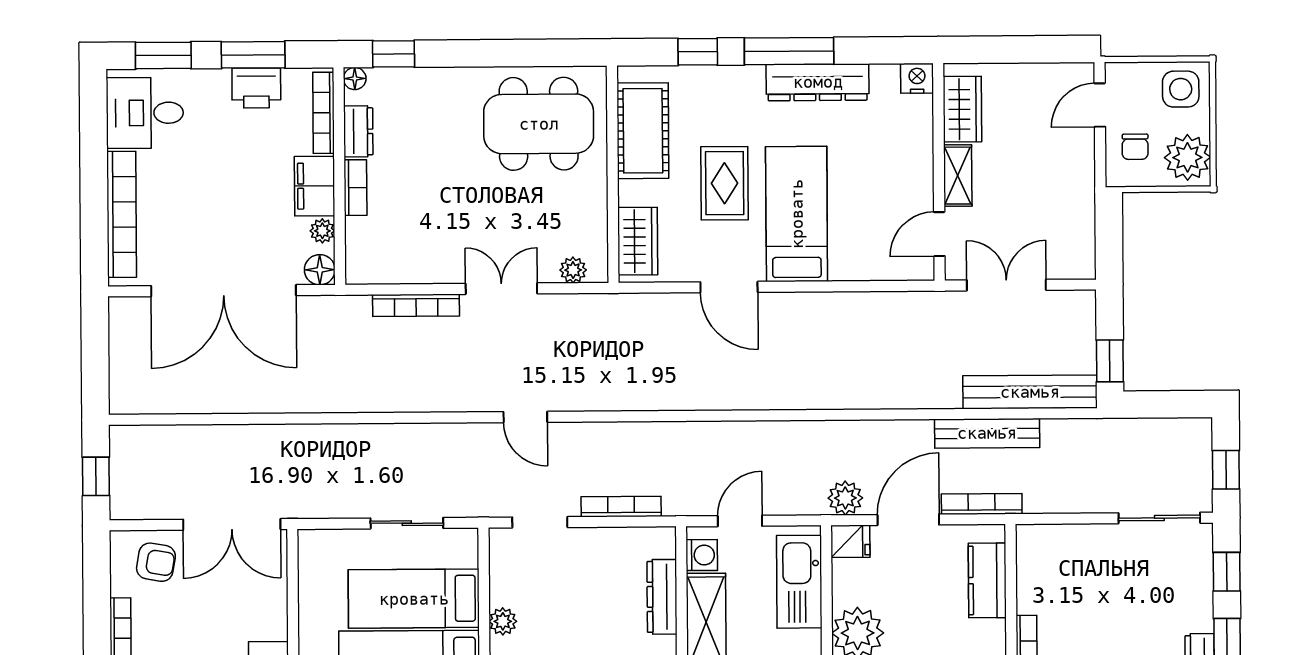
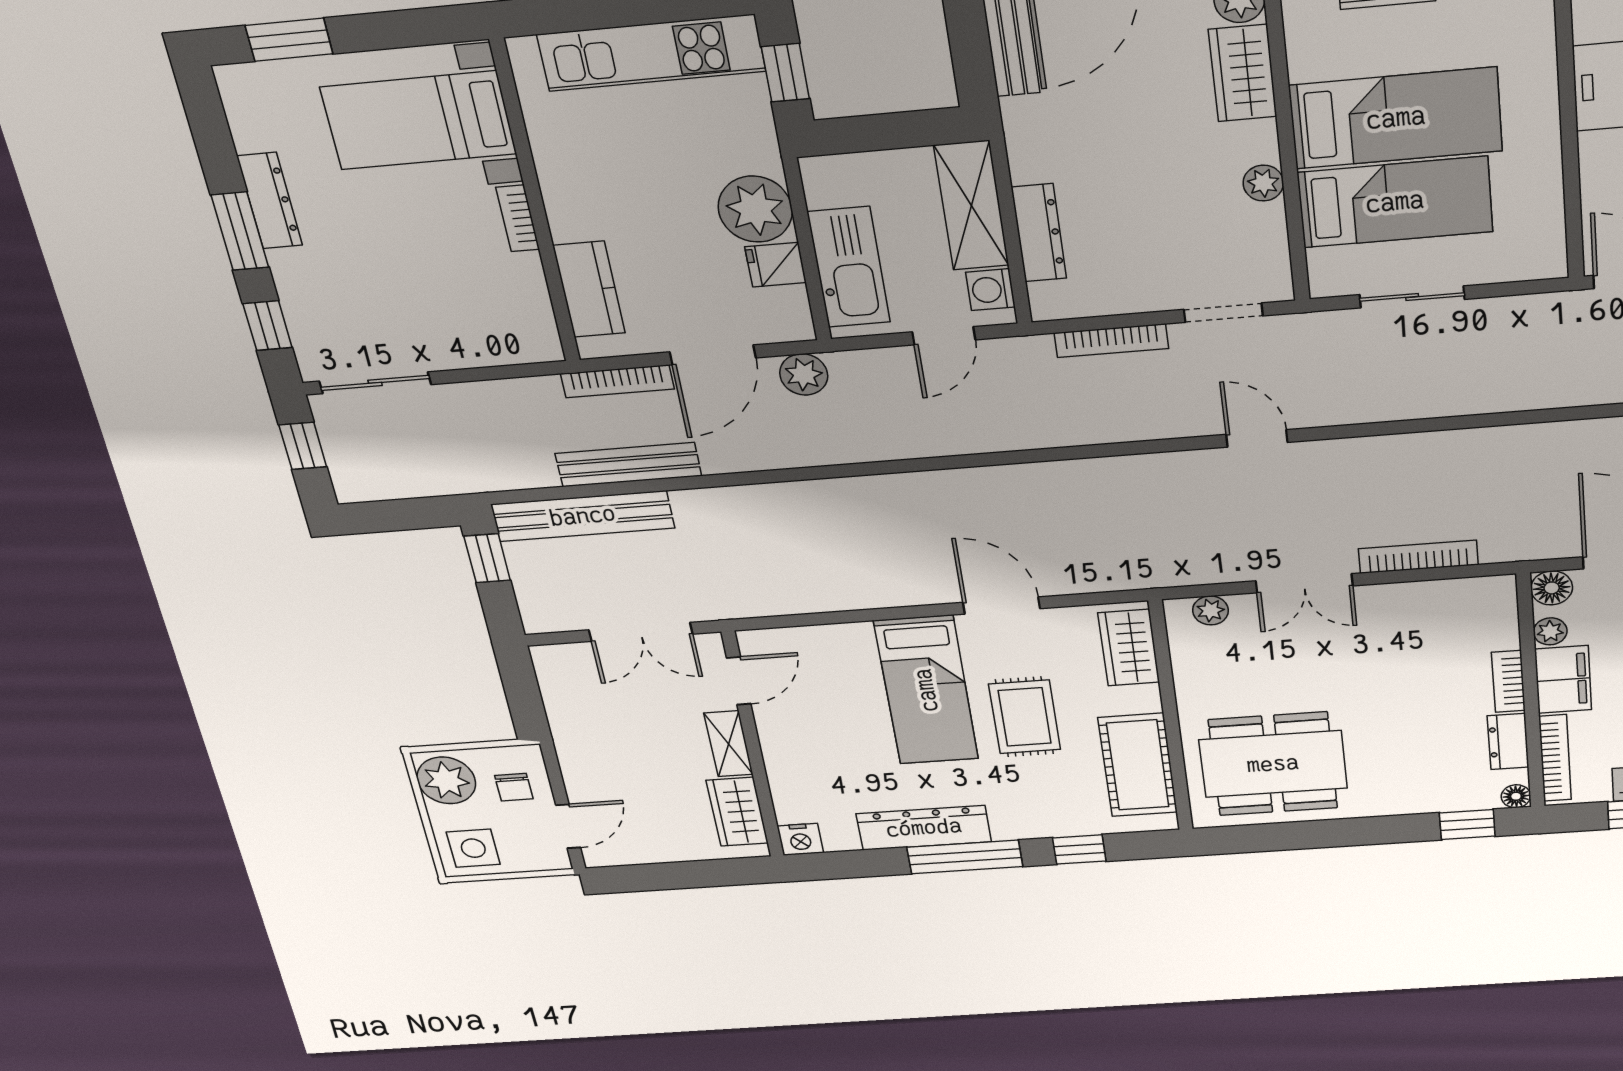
chair: (1135, 147) -> (514, 787), turned 180
fridge: (850, 541) -> (776, 265), moved

